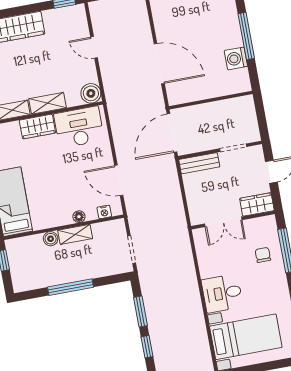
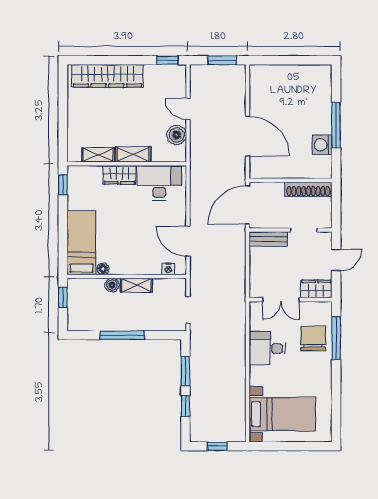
boiler: (91, 93) -> (177, 135), moved
shoe rack: (230, 106) -> (308, 189), added
floor lamp: (79, 217) -> (103, 269), moved
chair: (263, 255) -> (313, 338), width x1.87, depth x1.87
desk: (222, 293) -> (267, 349), moved

